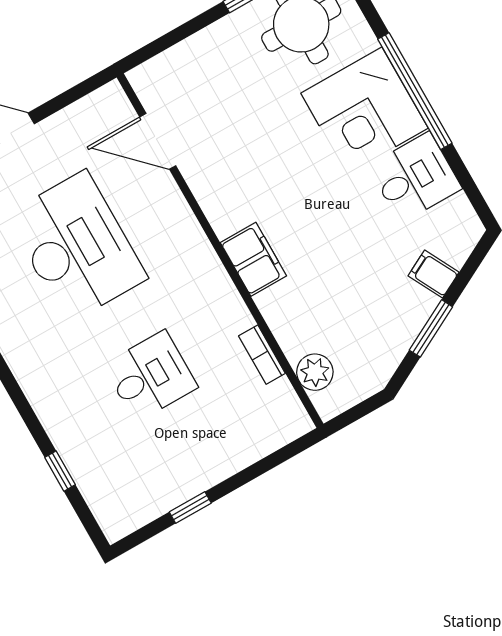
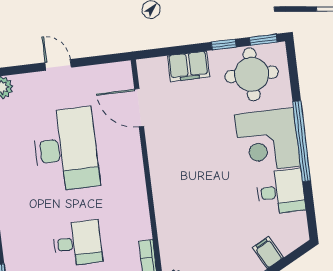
filing cabinet: (253, 259) -> (188, 66), moved, turned 90

